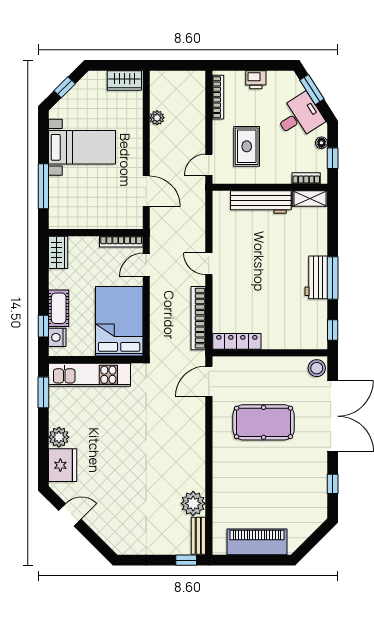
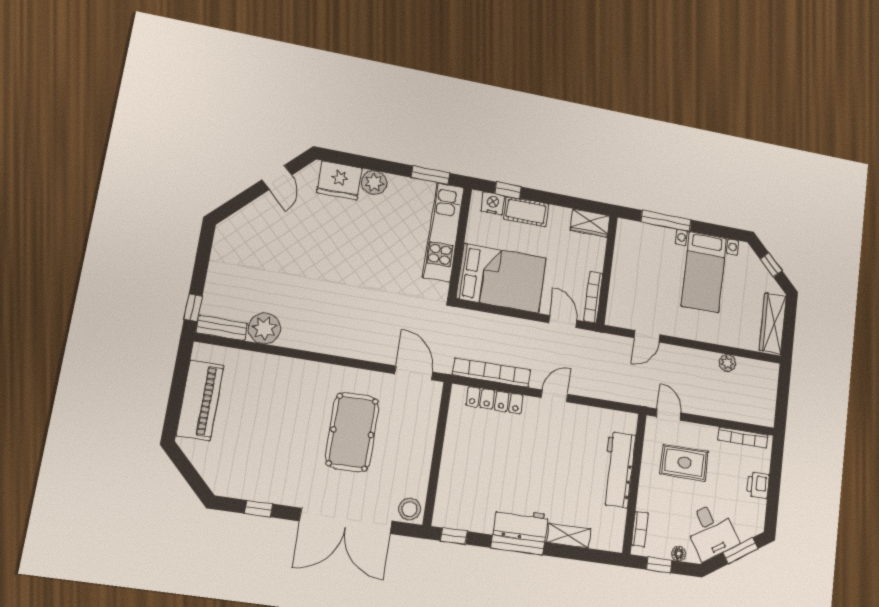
wardrobe: (124, 80) -> (773, 323), width x1.50
door: (146, 191) -> (647, 336), width x0.73
shelving: (310, 199) -> (569, 536), moved, turned 90
locker: (237, 341) -> (494, 400), moved, turned 90

